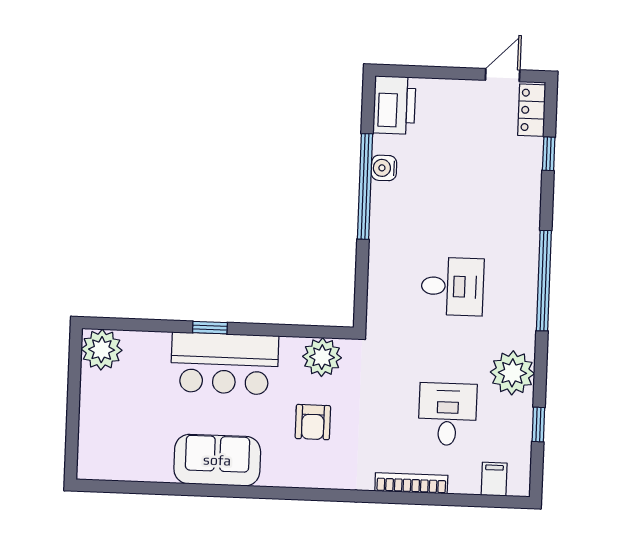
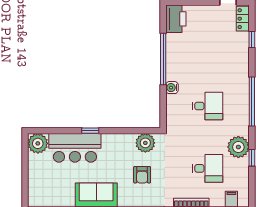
water cooler: (384, 168) -> (172, 88), moved
bar counter: (225, 363) -> (75, 148), moved
desk: (448, 414) -> (208, 168), turned 90
window: (538, 425) -> (252, 158), moved

